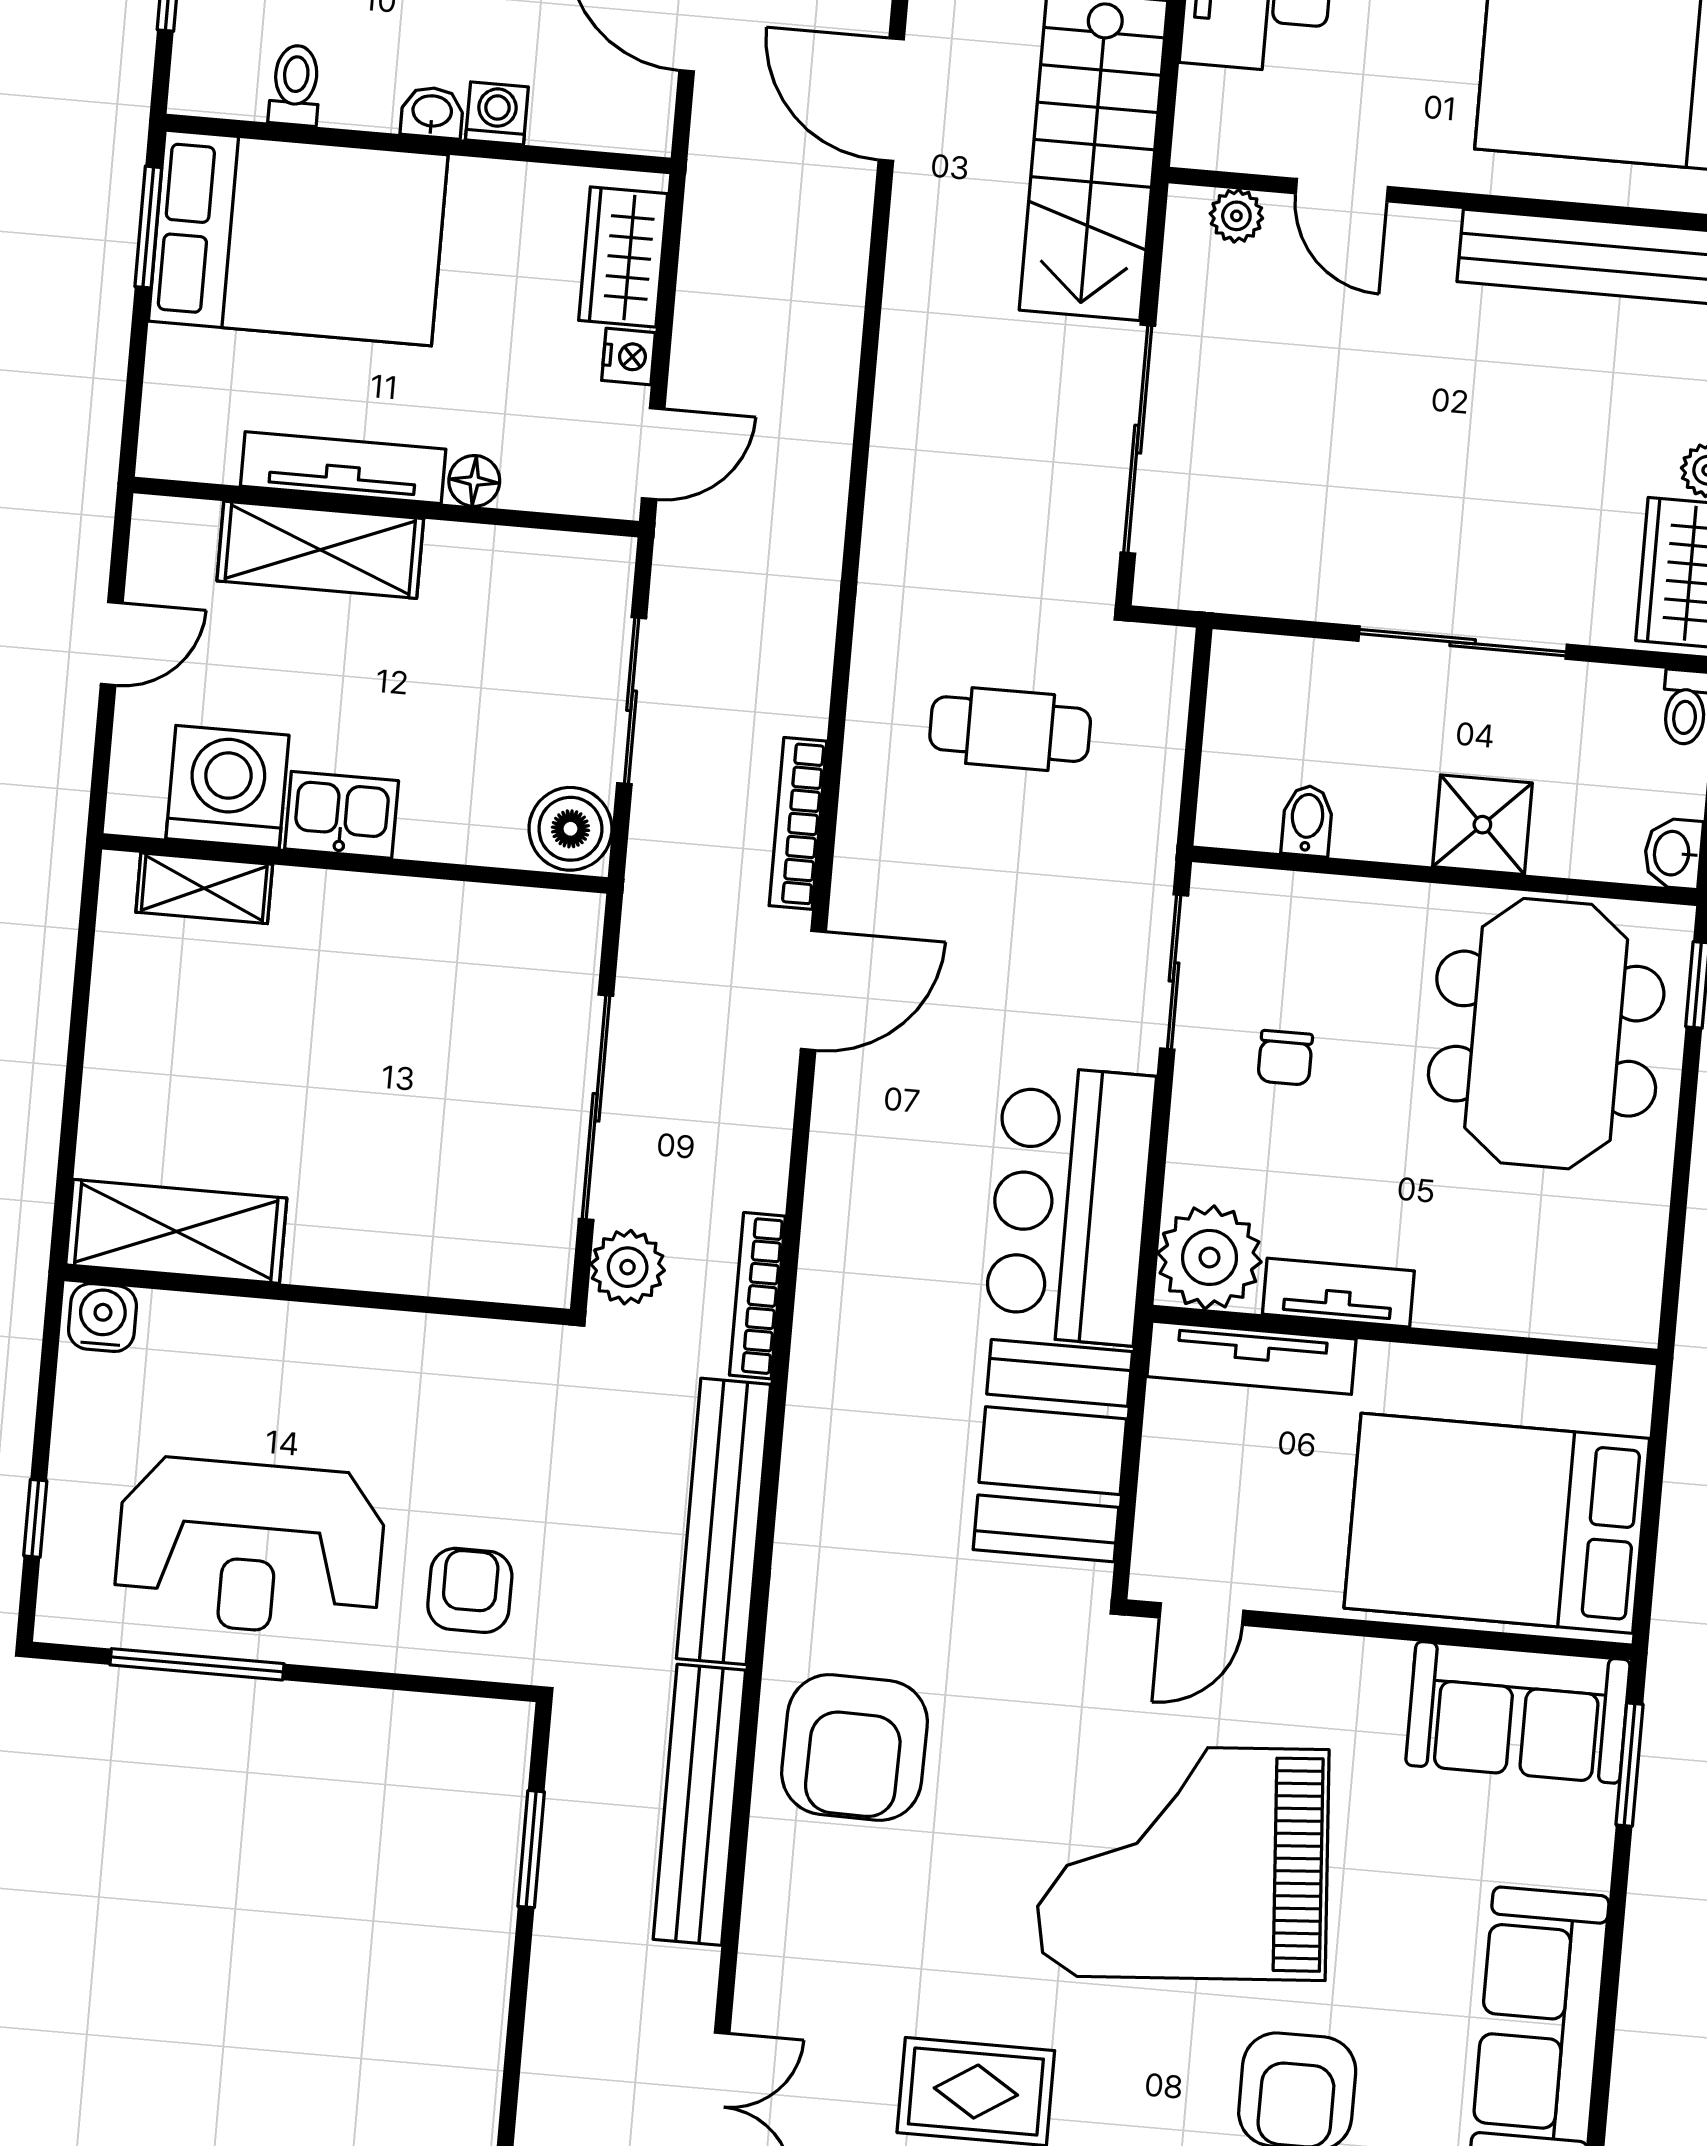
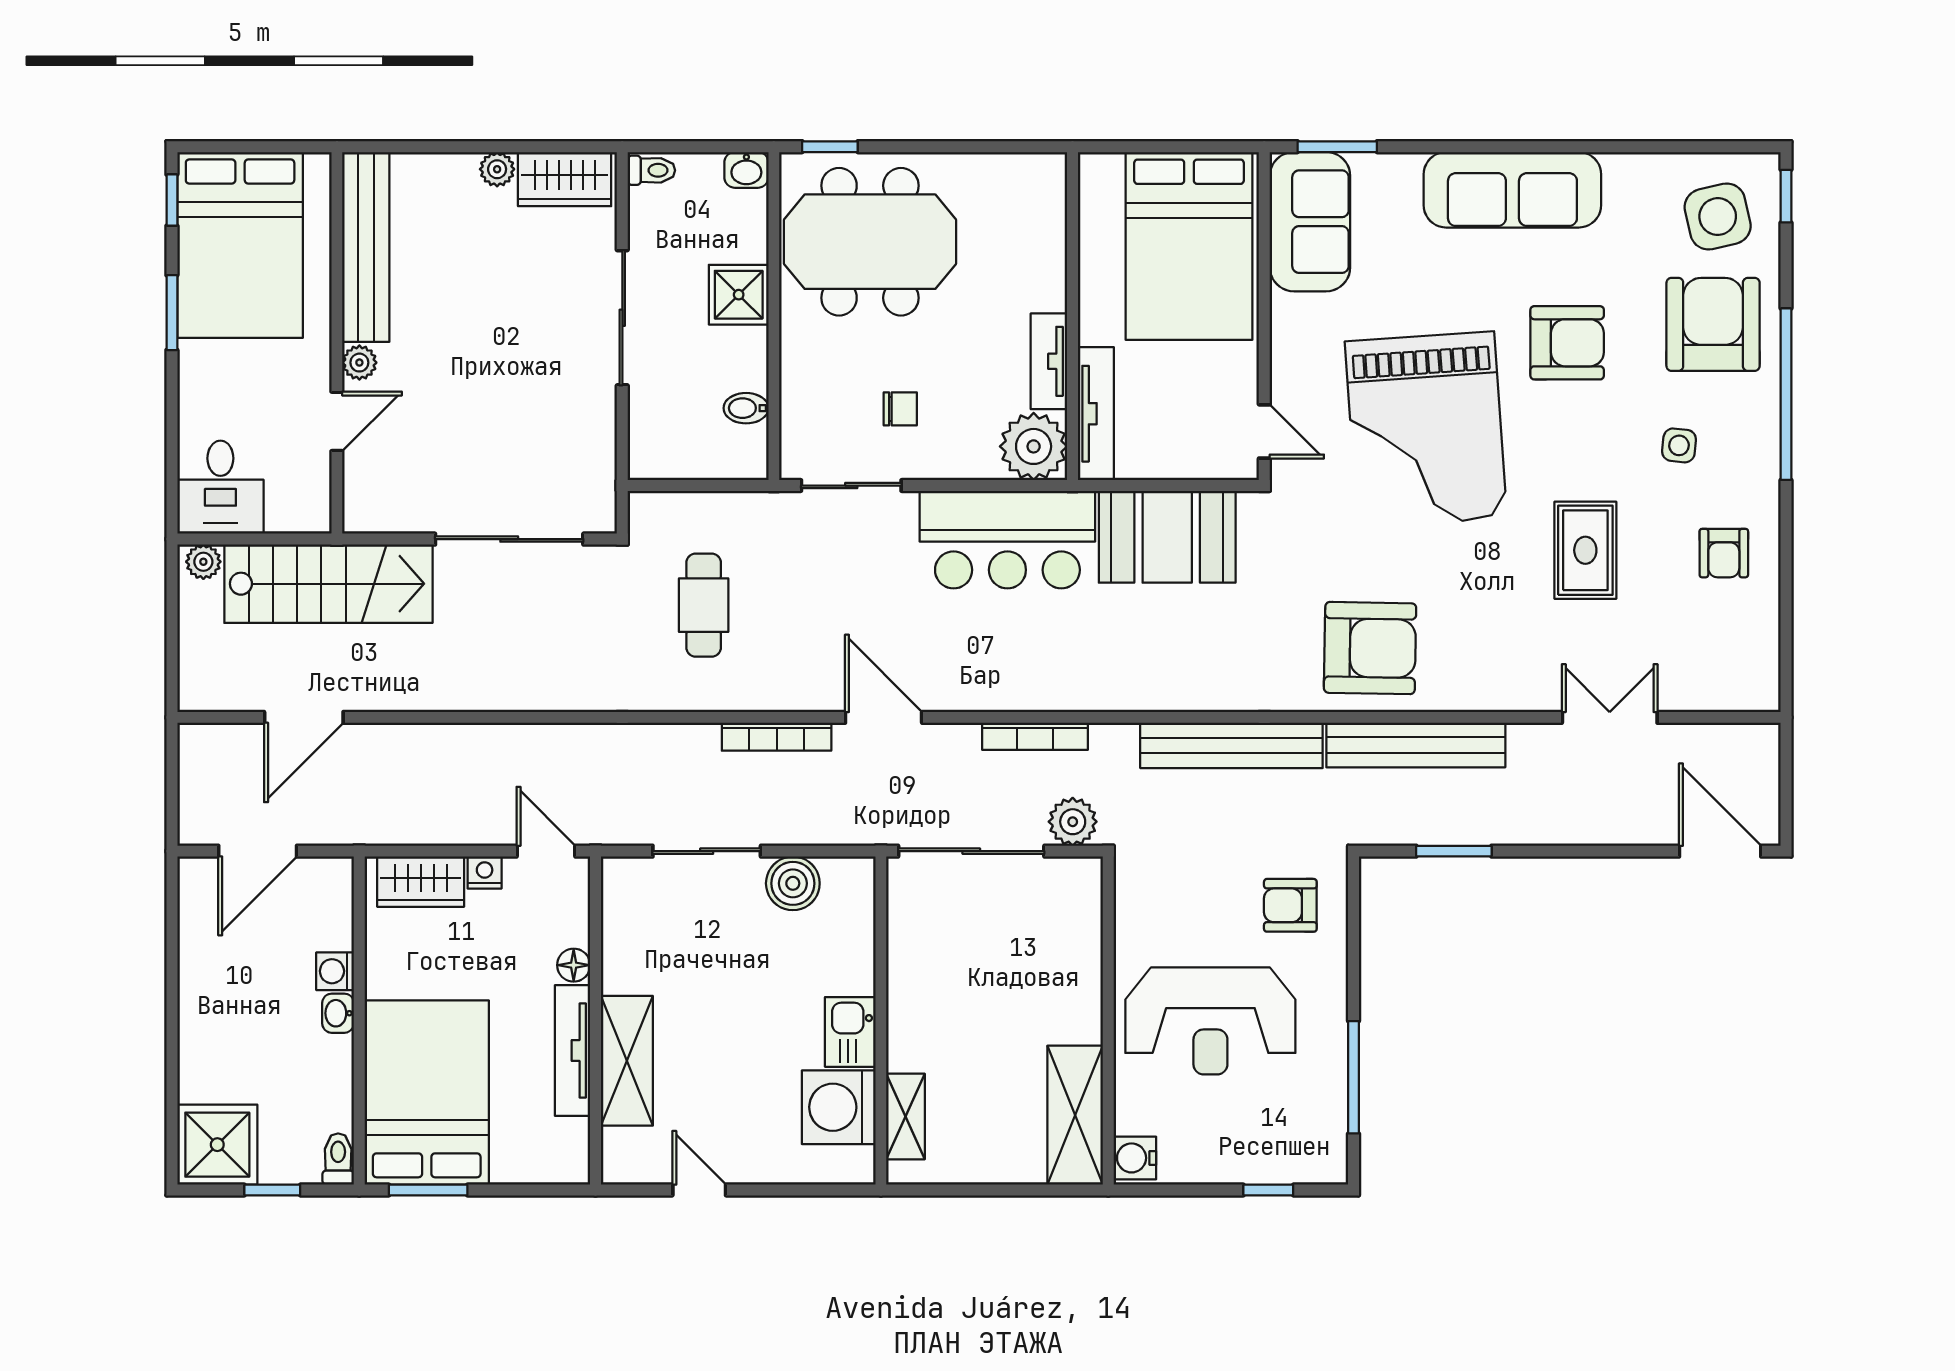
toilet: (295, 85) -> (338, 1159), moved, turned 90
plant: (1236, 216) -> (359, 363), moved
washing machine: (227, 787) -> (839, 1107), moved
kitchen sink: (342, 815) -> (850, 1032), moved
wall: (355, 863) -> (881, 1021), moved
shelving: (204, 888) -> (905, 1117), moved
bookcase: (757, 1296) -> (1035, 736), moved
reception desk: (250, 1547) -> (1210, 1021), moved, turned 90

